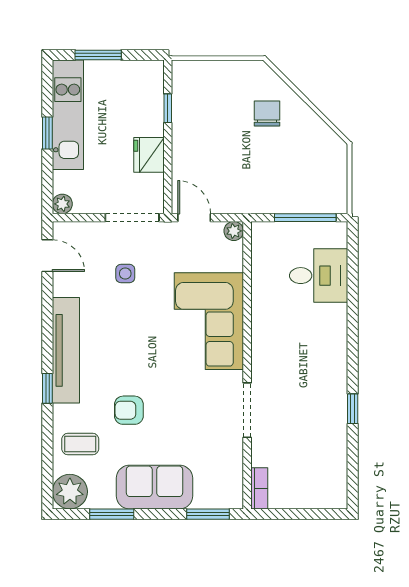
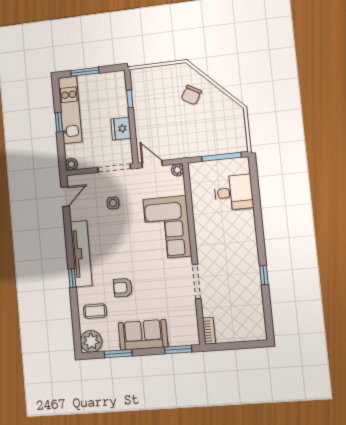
chair: (267, 114) -> (191, 95), turned -150
door: (47, 256) -> (65, 197), hinge flipped

